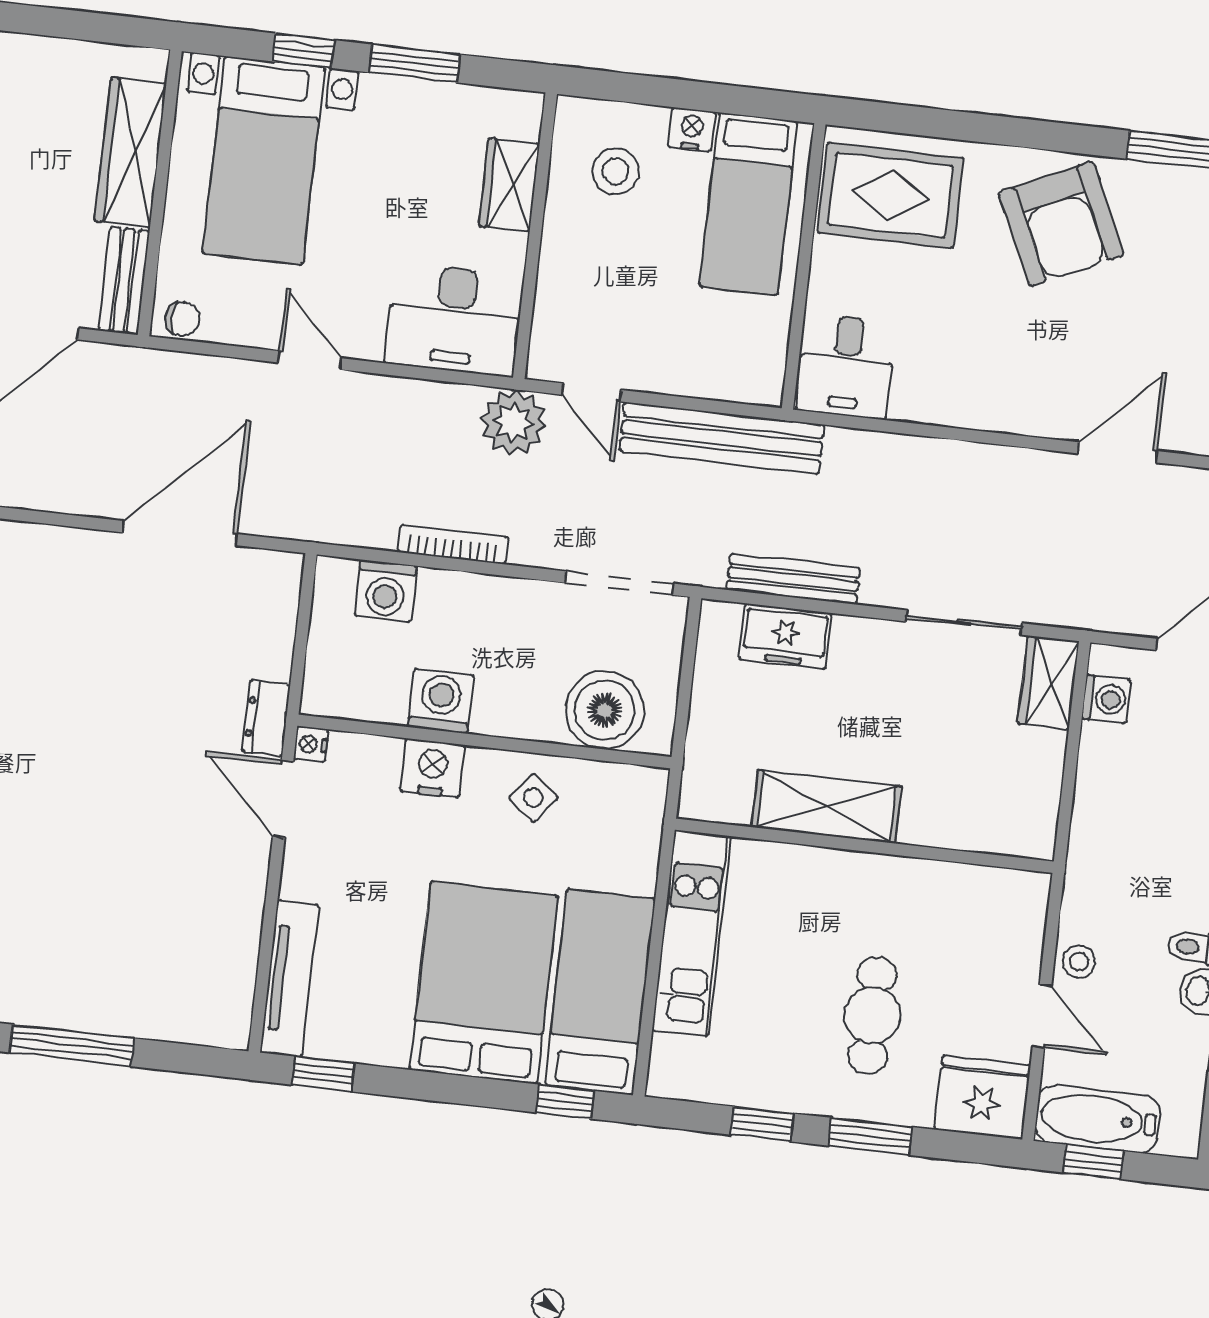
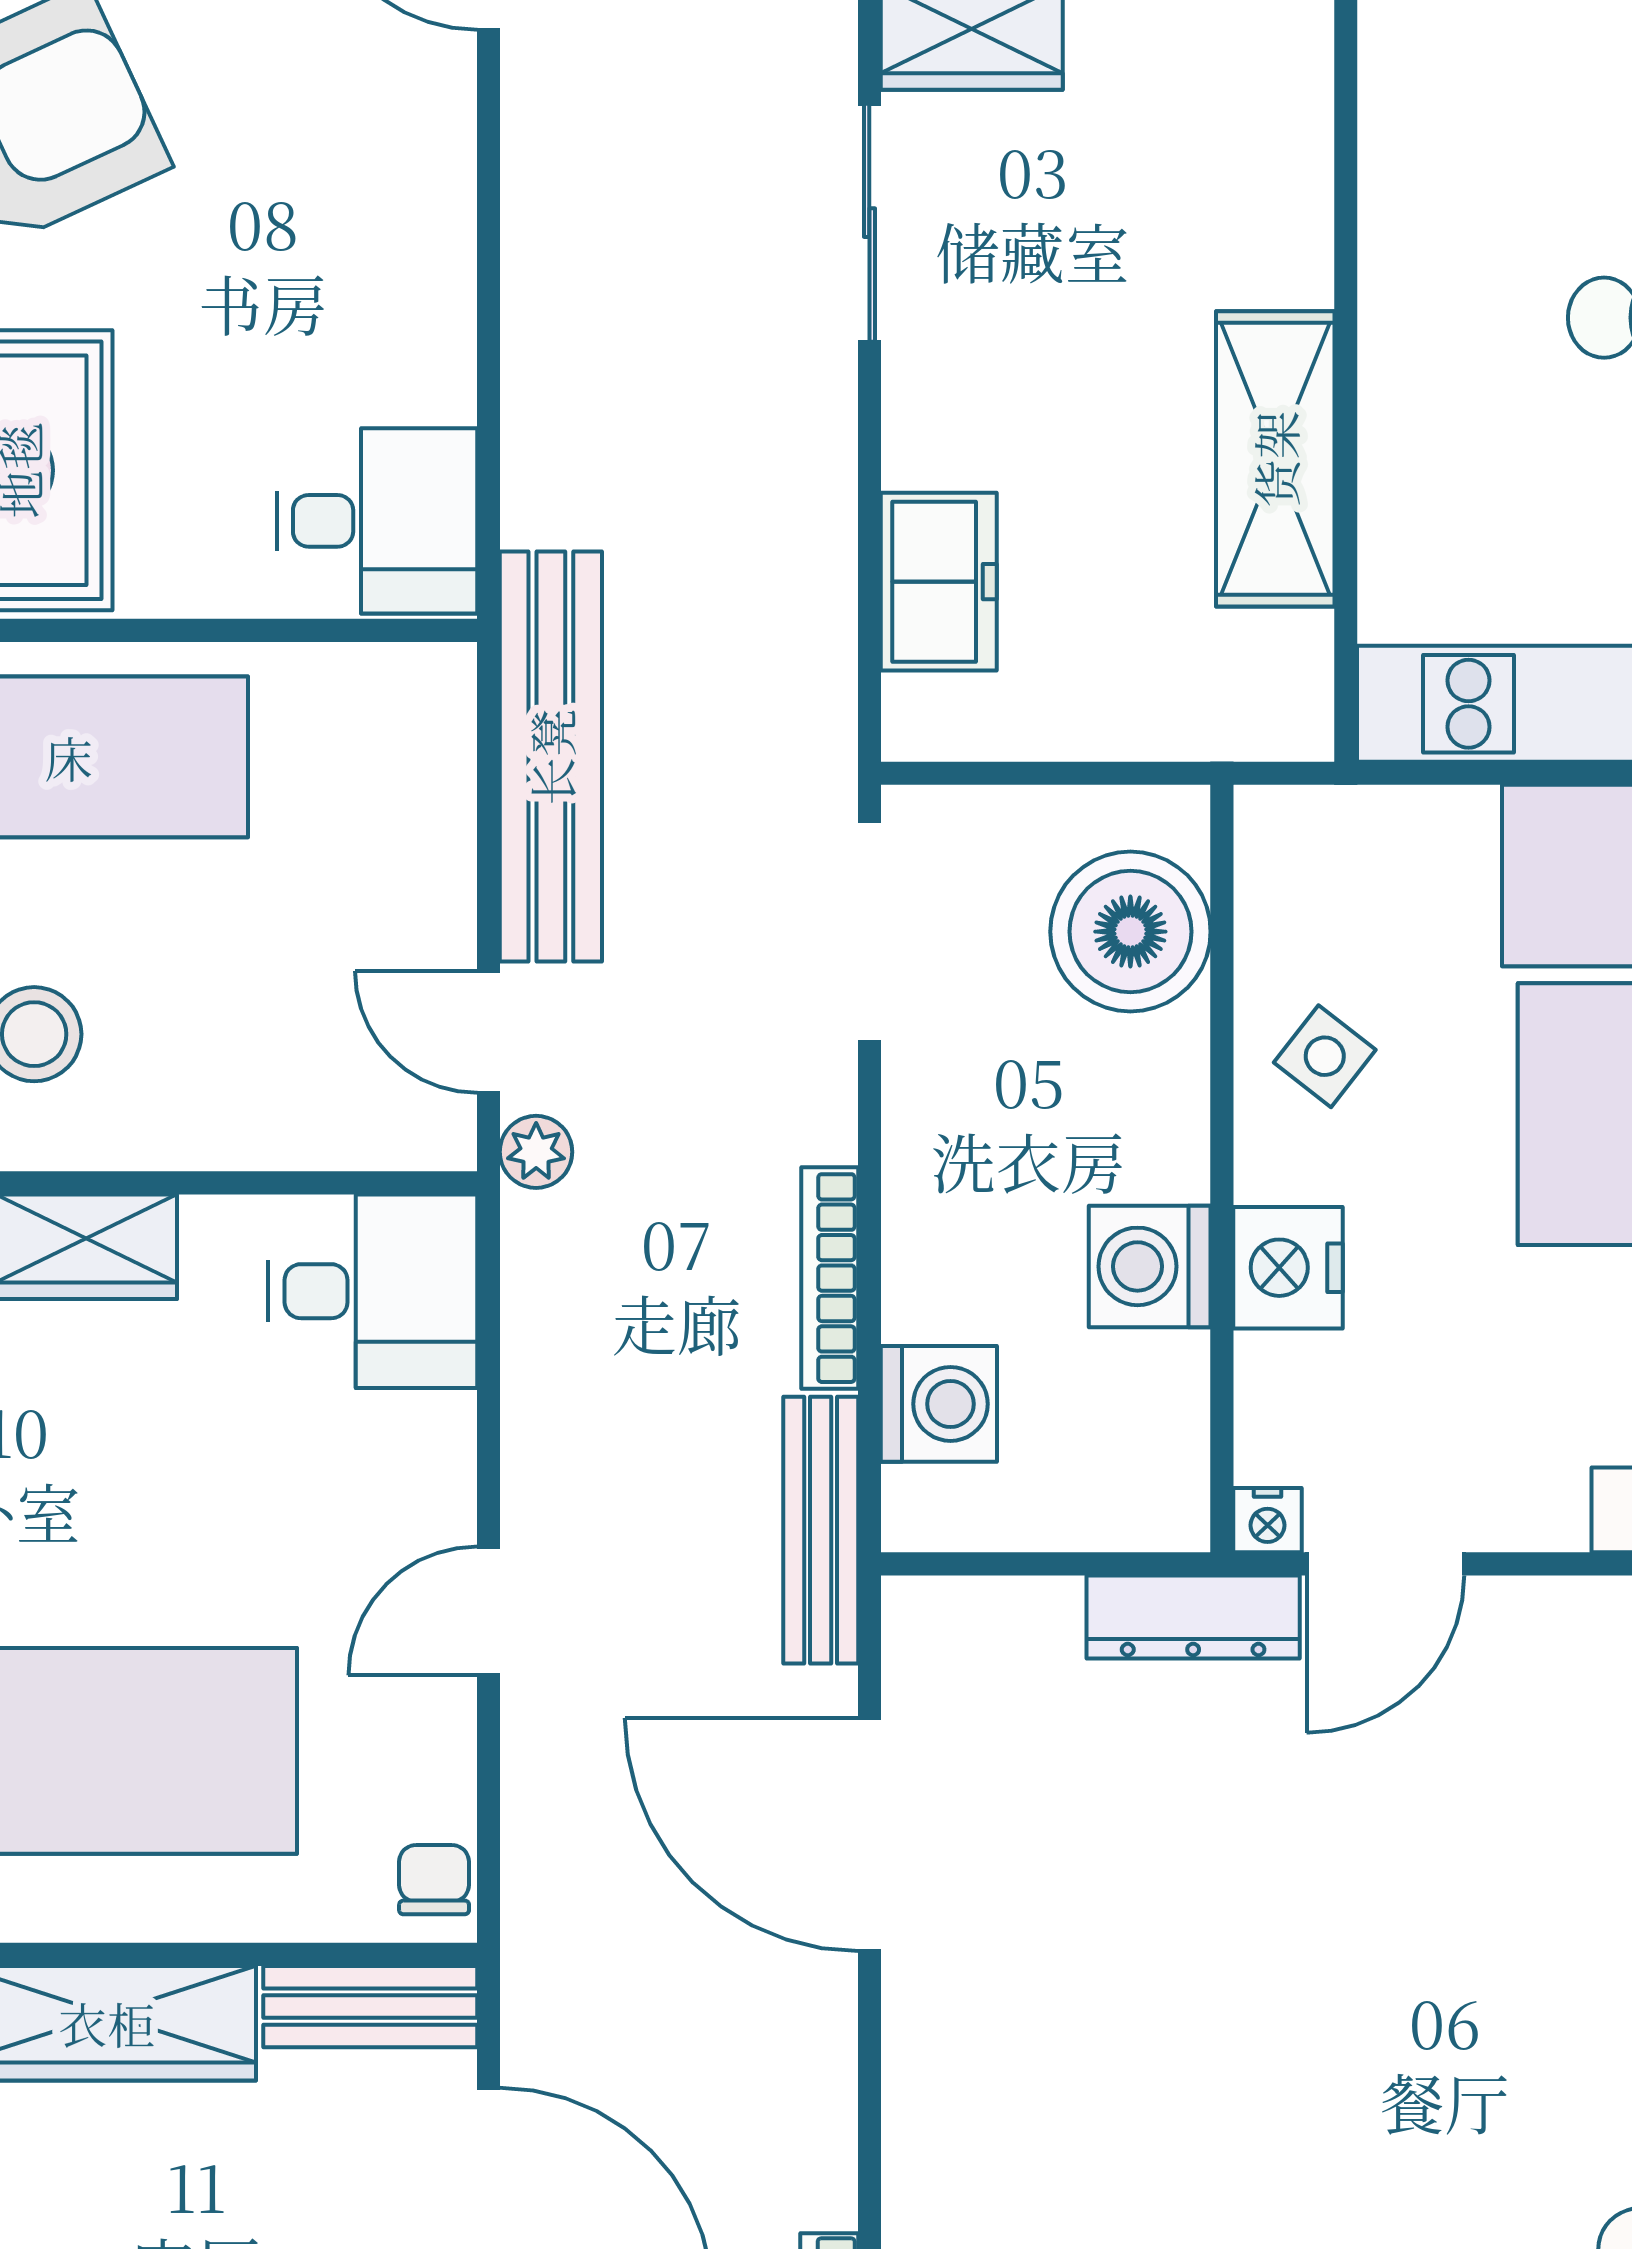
desk: (454, 320) -> (373, 1291), width x0.73
door: (591, 392) -> (488, 1032), swing flipped
plant: (513, 422) -> (536, 1152), width x0.53, depth x0.53
bench: (793, 579) -> (821, 1530), moved
dresser: (266, 718) -> (1193, 1617), width x1.44

